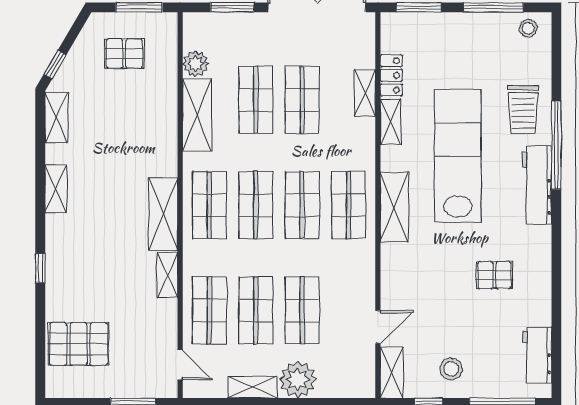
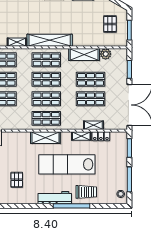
trolley: (523, 110) -> (86, 192), turned 180
lab bench: (458, 156) -> (67, 164), turned 180
shelving: (163, 214) -> (50, 40), width x1.47

